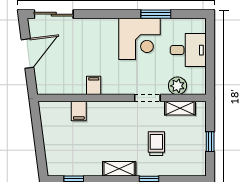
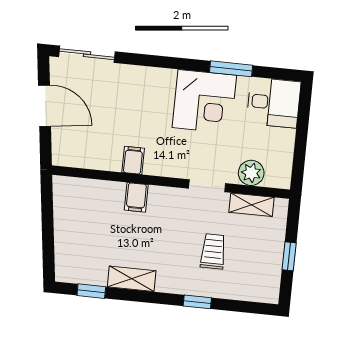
desk: (188, 50) -> (273, 103), moved
door: (28, 53) -> (45, 106), hinge flipped
filing cabinet: (79, 111) -> (136, 197), moved
shelving: (119, 169) -> (132, 279), moved

